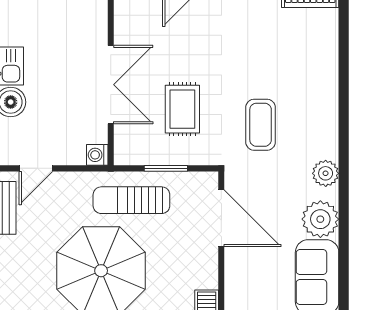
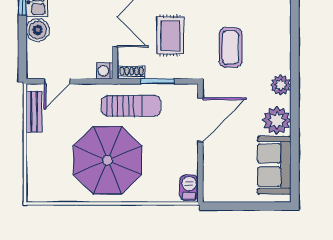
shoe rack: (132, 157) -> (132, 73), added
sun lounger: (131, 200) -> (131, 106), turned 180
door: (221, 218) -> (200, 120), hinge flipped

